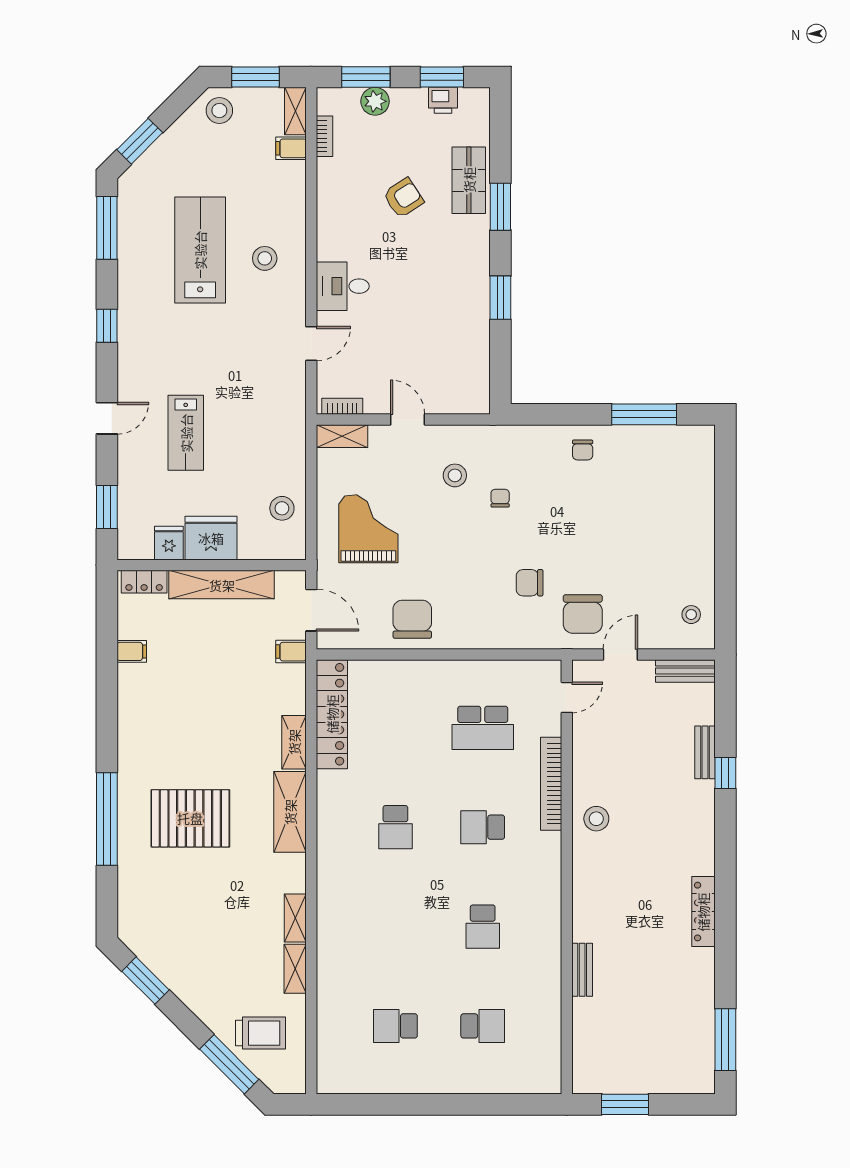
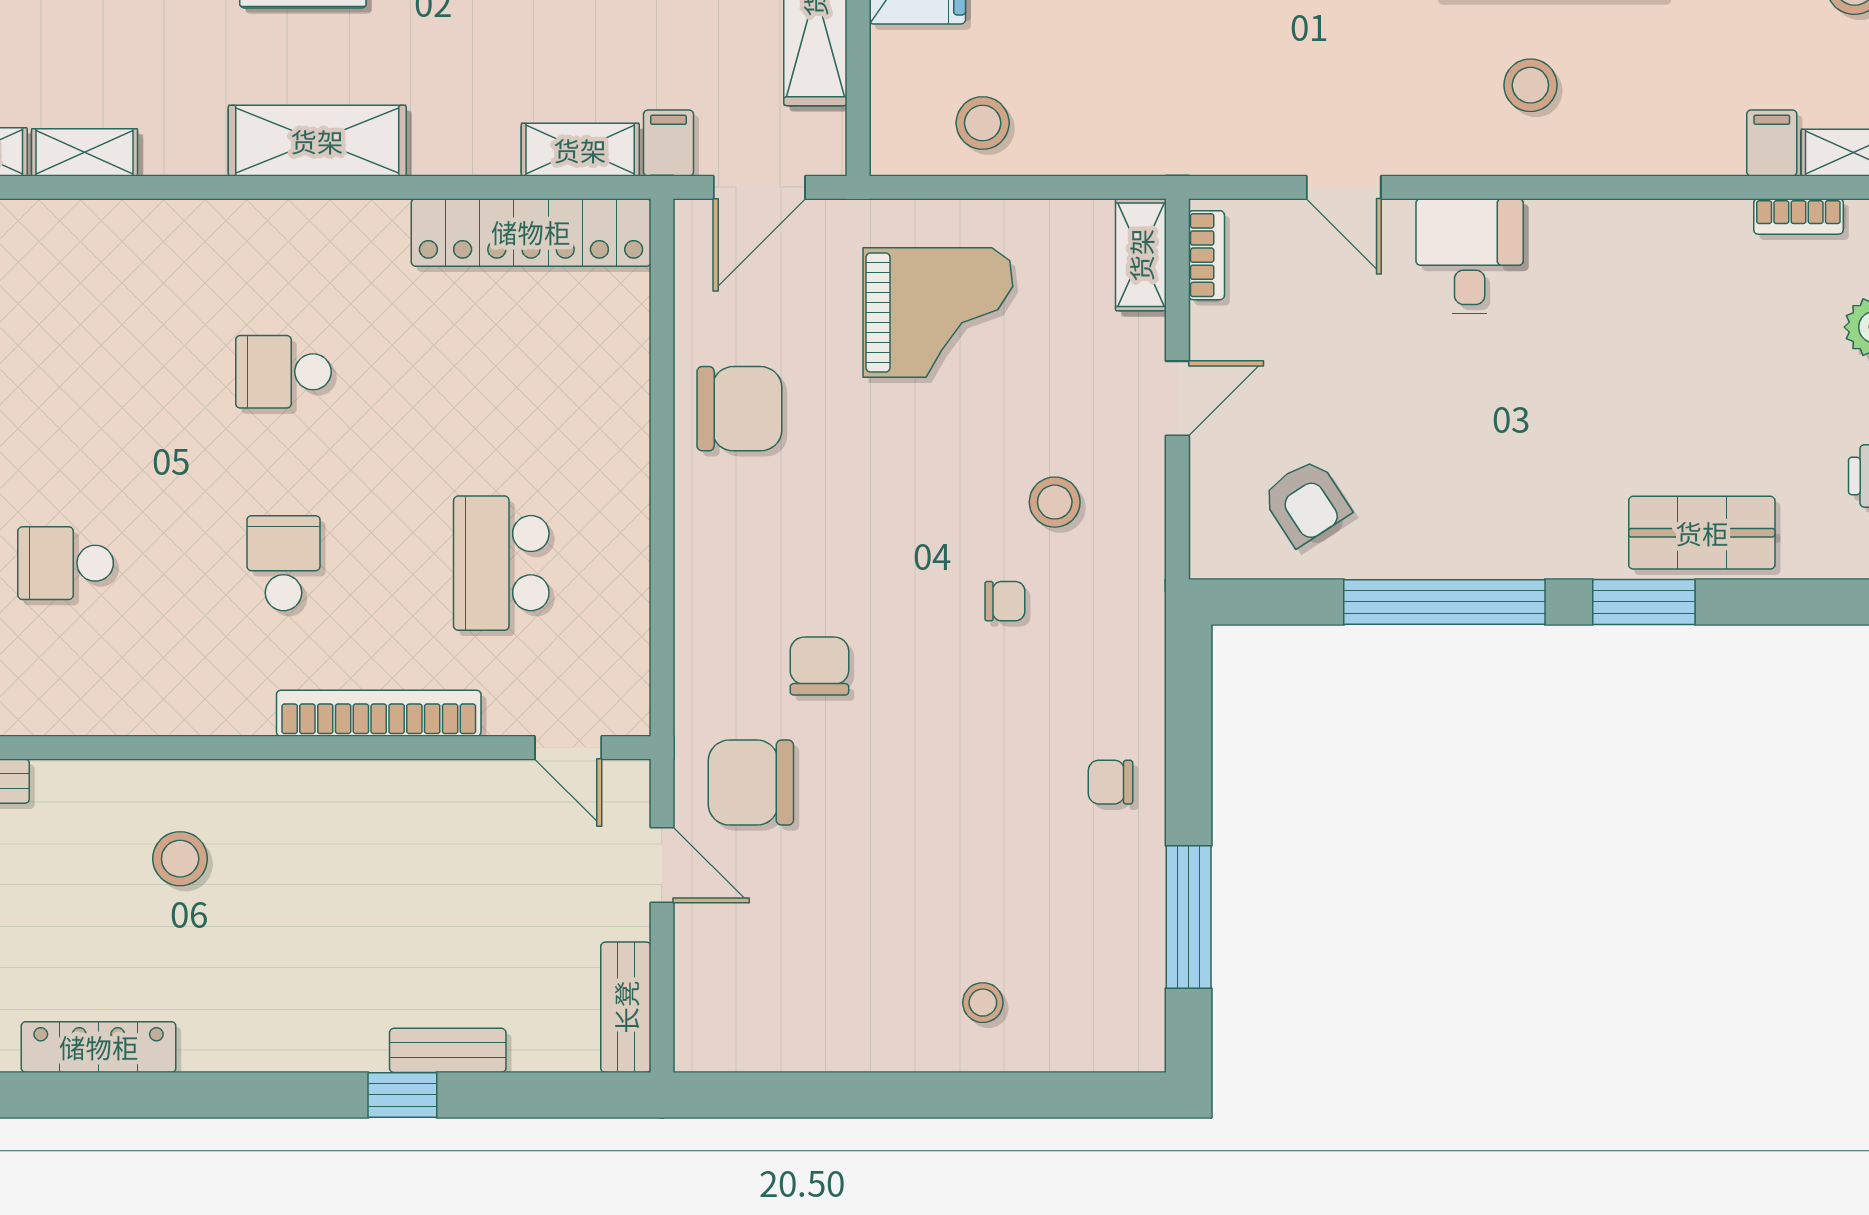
armchair: (403, 198) -> (1306, 502), moved
window: (500, 298) -> (1444, 602), width x2.11
stool: (691, 615) -> (983, 1003), moved
shelving: (294, 742) -> (580, 150), moved
stool: (596, 819) -> (180, 859), moved

